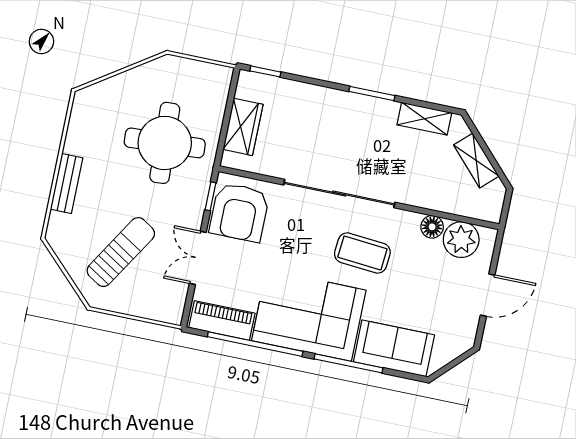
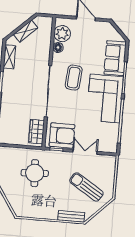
wardrobe: (243, 127) -> (37, 132), moved, turned -90
round table: (165, 143) -> (35, 173), width x0.73, depth x0.73
bench: (67, 183) -> (71, 216), moved
double door: (198, 258) -> (85, 152), swing flipped
piano: (222, 320) -> (112, 137), removed

